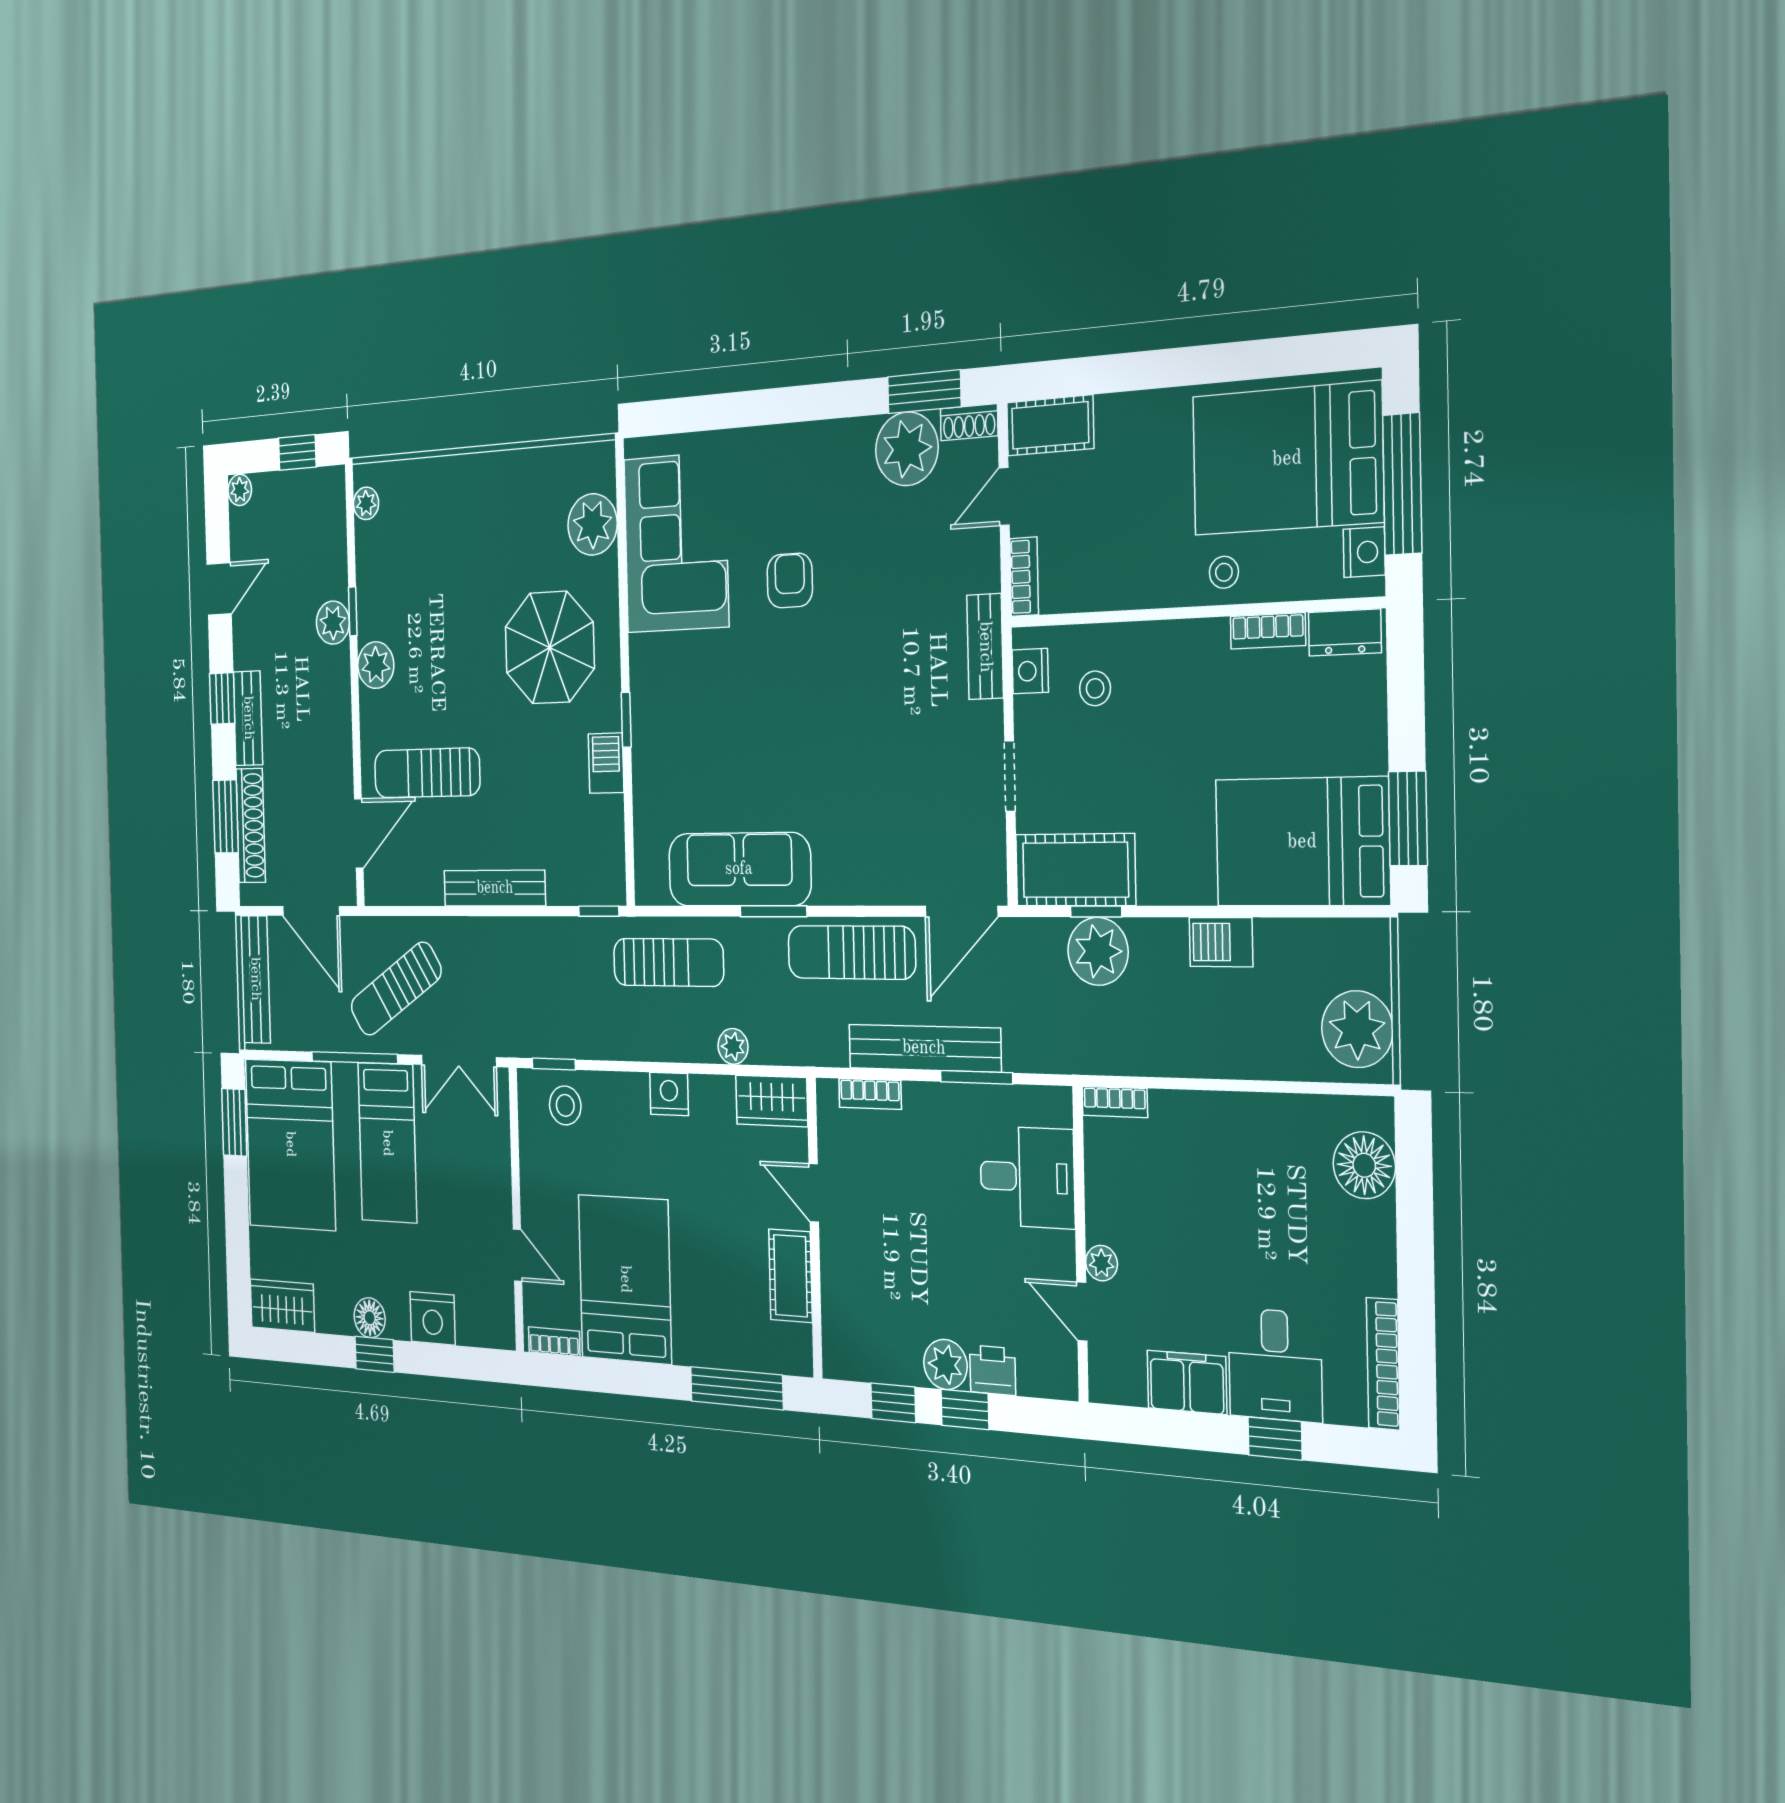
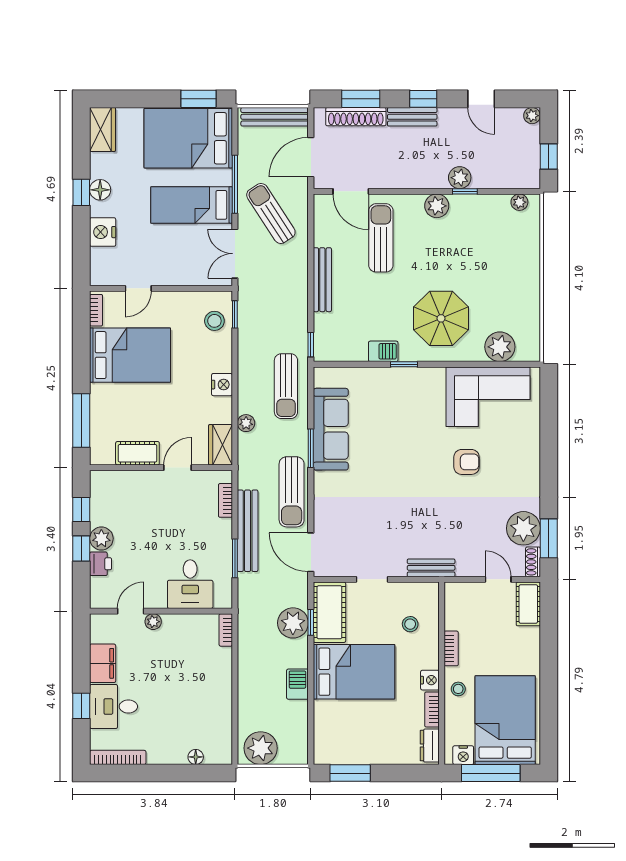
bookcase: (1024, 577) -> (451, 648), moved, turned -90
nightstand: (1030, 671) -> (430, 680), moved, turned 90
bed: (1302, 842) -> (354, 672), moved, turned 90
sun lounger: (851, 952) -> (292, 492), turned 180
floor lamp: (1364, 1165) -> (196, 757), width x0.53, depth x0.53

